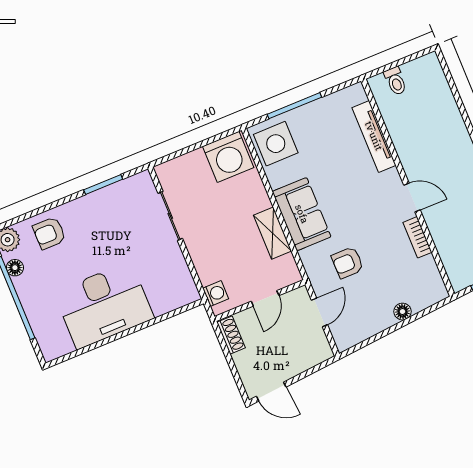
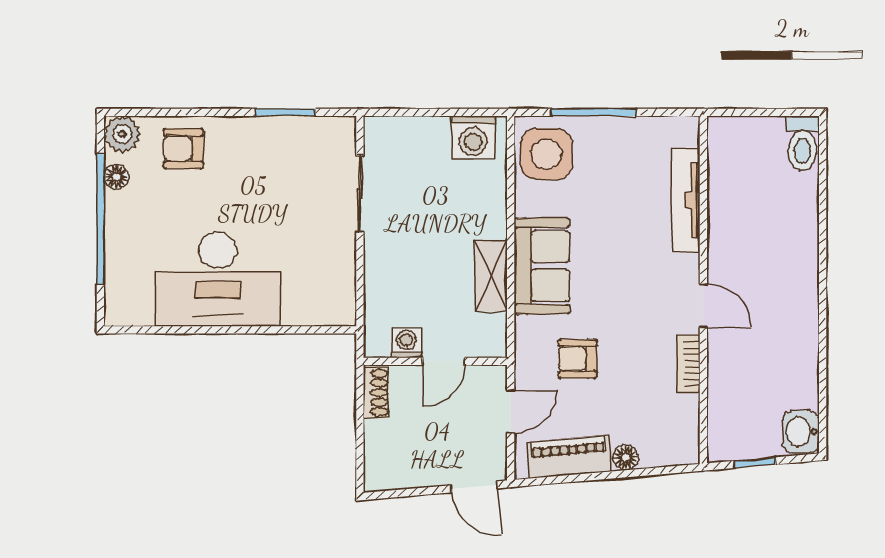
toilet: (395, 81) -> (802, 143), moved, width x1.37, depth x1.39
washing machine: (228, 157) -> (473, 137), width x0.73, depth x0.73
washing machine: (216, 293) -> (406, 343), moved, turned -90
piano: (367, 326) -> (569, 457), added
door: (271, 392) -> (474, 487), moved

